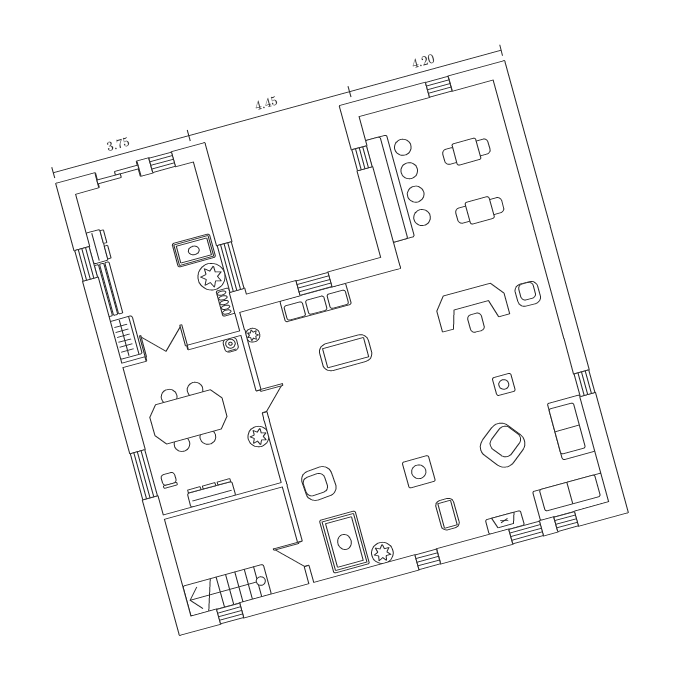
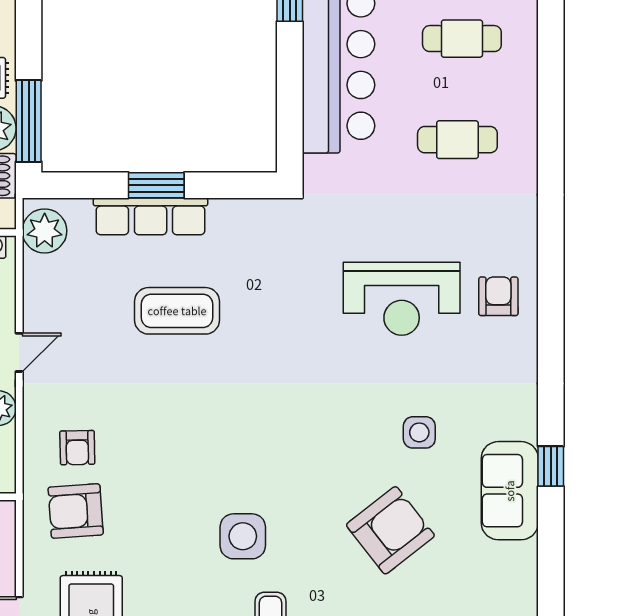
plant: (253, 335) -> (45, 231), width x1.87, depth x1.87
sofa: (571, 427) -> (510, 491), moved
armchair: (310, 447) -> (77, 448), added

